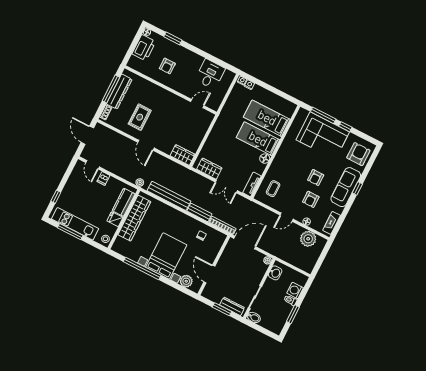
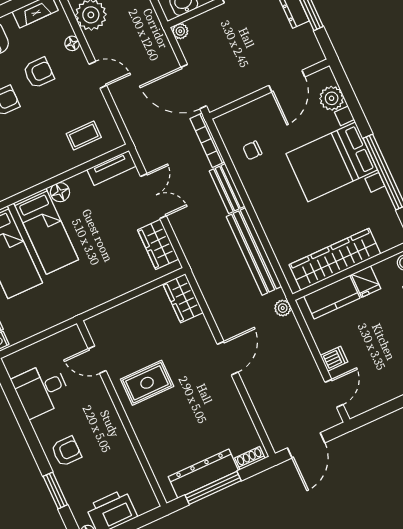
armchair: (167, 66) -> (66, 451), moved
rug: (140, 117) -> (147, 383), moved

